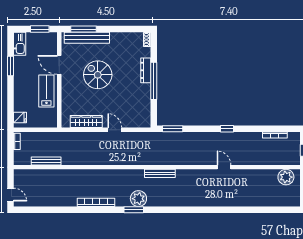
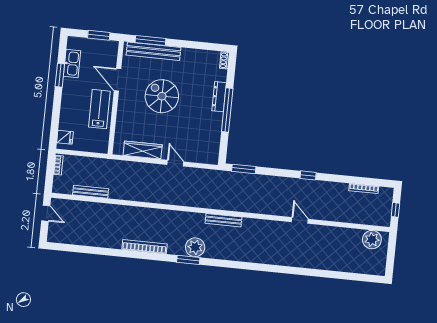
kitchen sink: (20, 44) -> (72, 64), moved
door: (10, 195) -> (46, 213), moved

